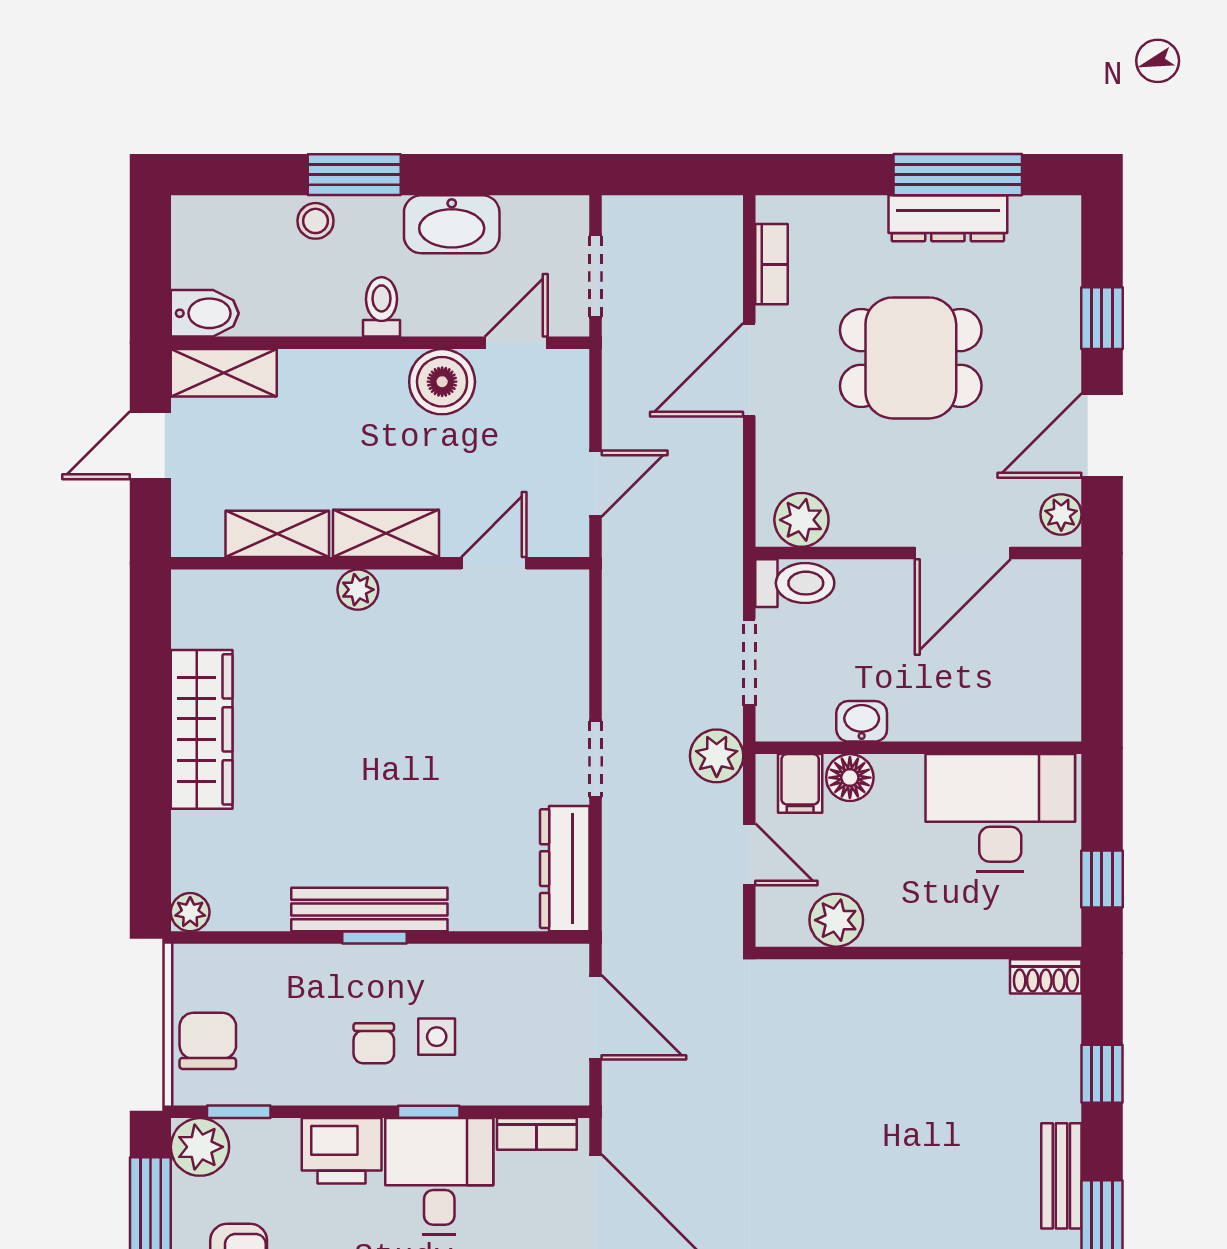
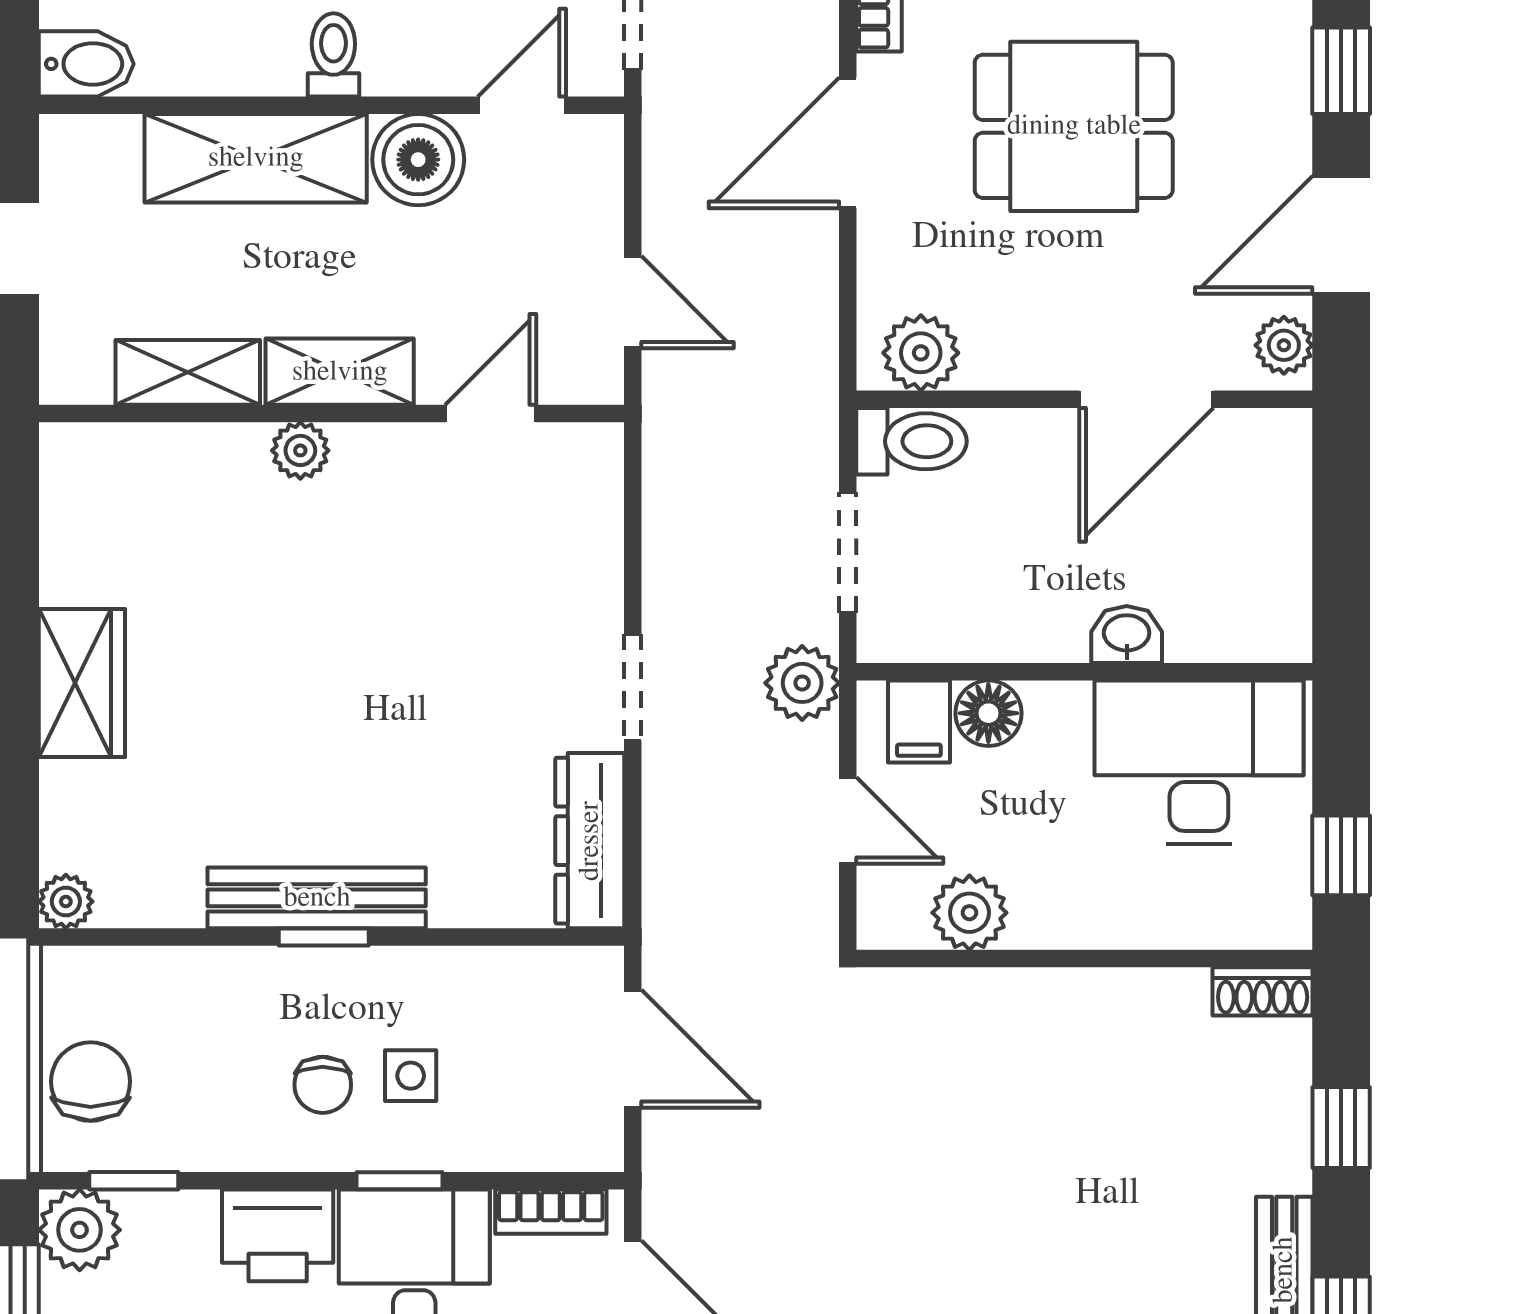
shelving: (224, 373) -> (256, 158), moved, width x1.50, depth x1.33
door: (595, 484) -> (633, 302), hinge flipped
washbasin: (862, 721) -> (1127, 635), moved
wardrobe: (202, 729) -> (82, 683), width x0.67

